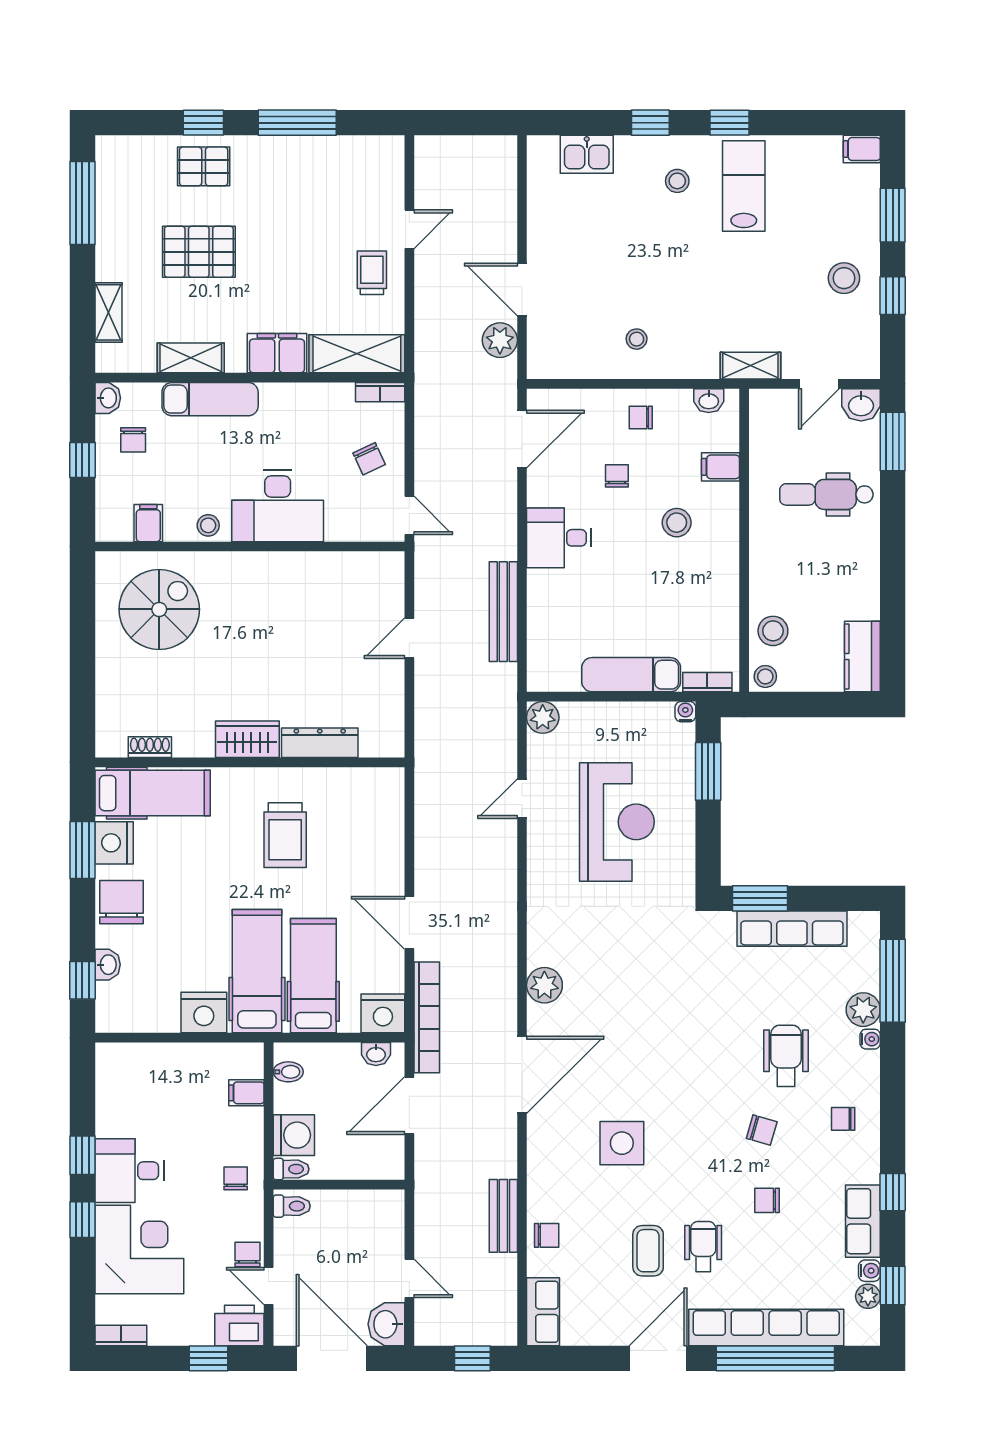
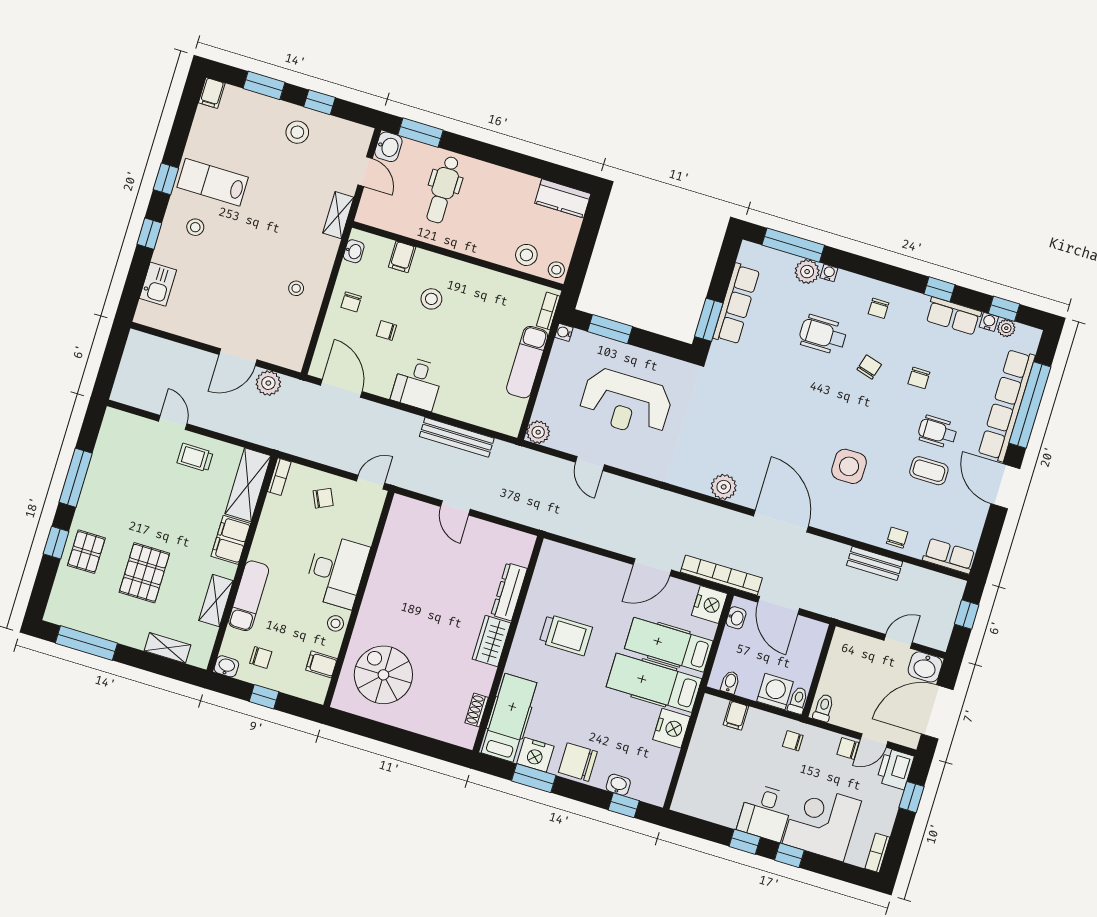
reception desk: (617, 822) -> (626, 403), turned 180

